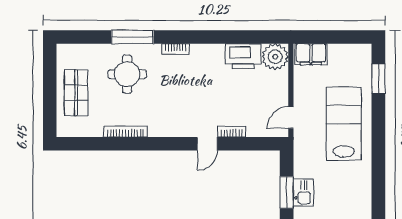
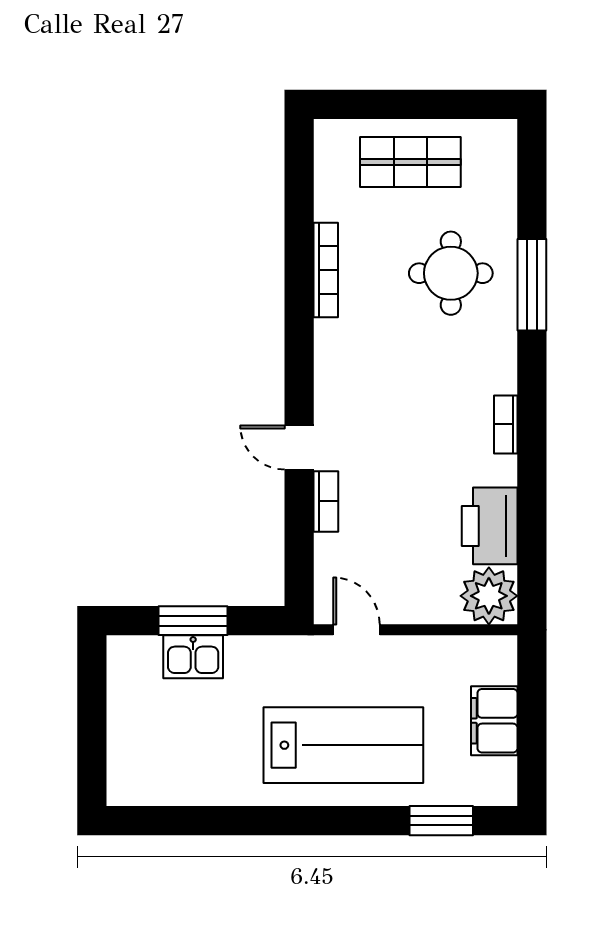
bookcase: (175, 49) -> (506, 424), moved
filing cabinet: (311, 54) -> (494, 721), moved

